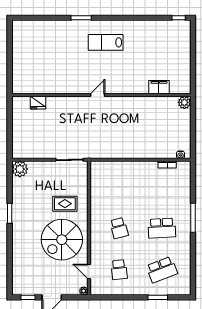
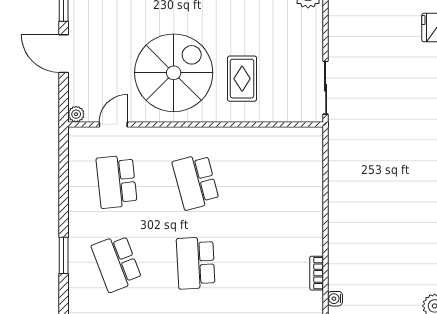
school desk: (119, 228) -> (196, 182), width x1.85
spiral stairs: (62, 240) -> (174, 73), turned 90
school desk: (119, 270) -> (117, 182), width x1.85

